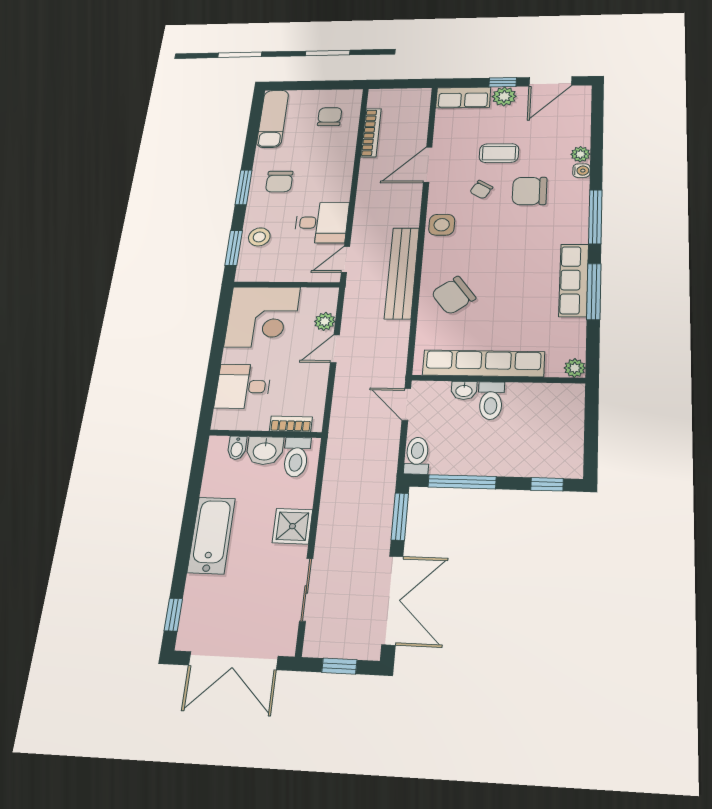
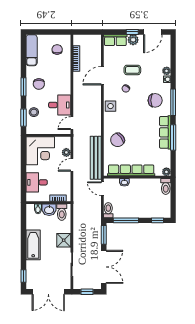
chair: (530, 191) -> (155, 100), moved, turned 180
bench: (402, 273) -> (96, 158), moved
toilet: (491, 401) -> (166, 186), moved

